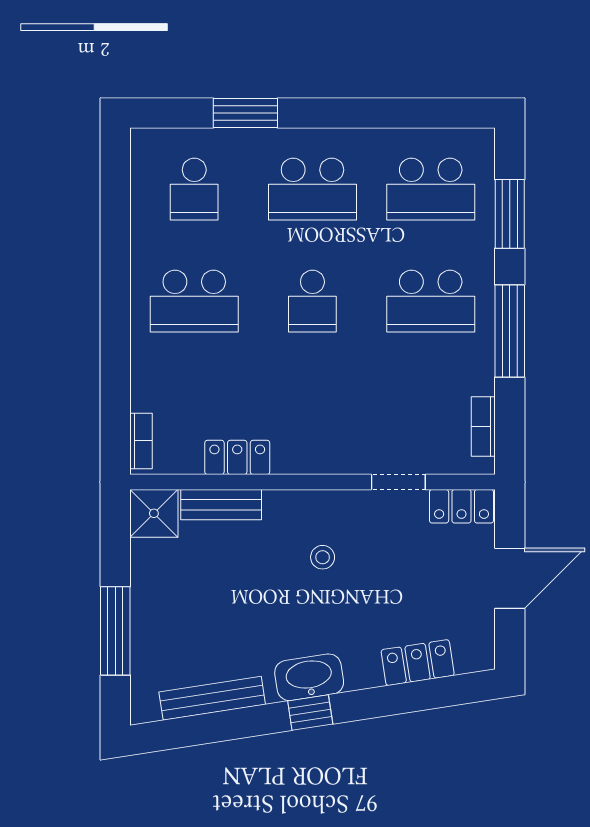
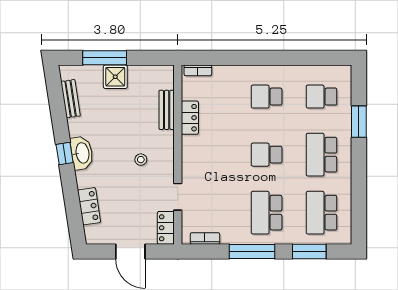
school desk: (194, 301) -> (267, 97), width x0.54
shower: (154, 513) -> (115, 77), moved
bench: (212, 698) -> (71, 99), width x0.73

